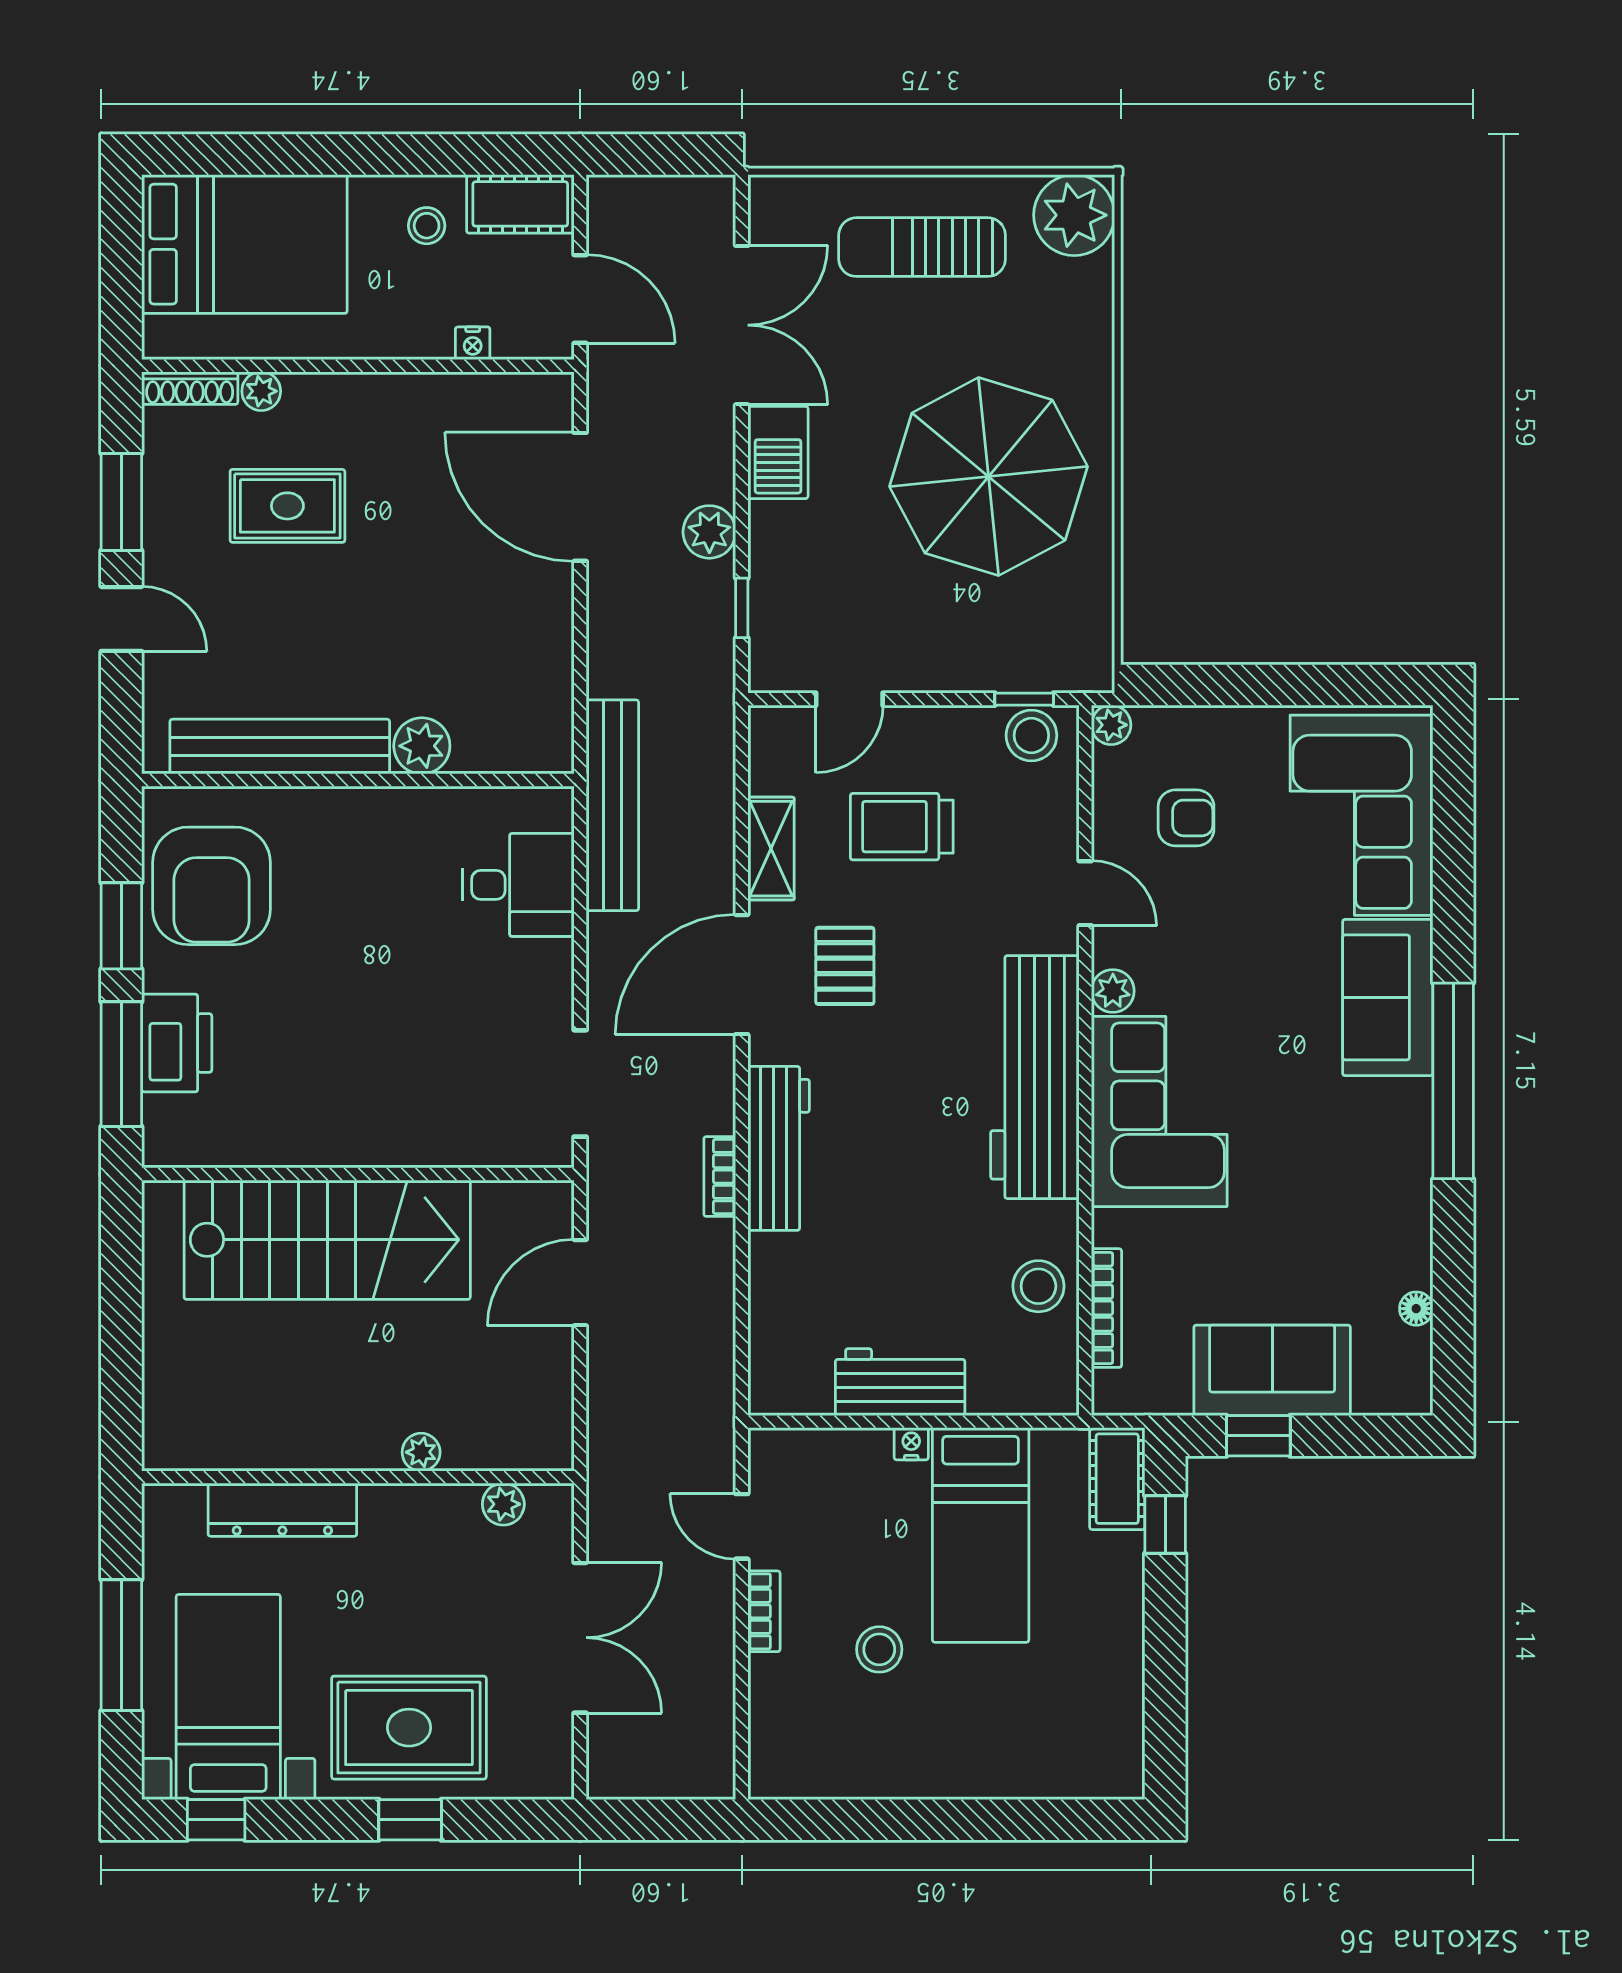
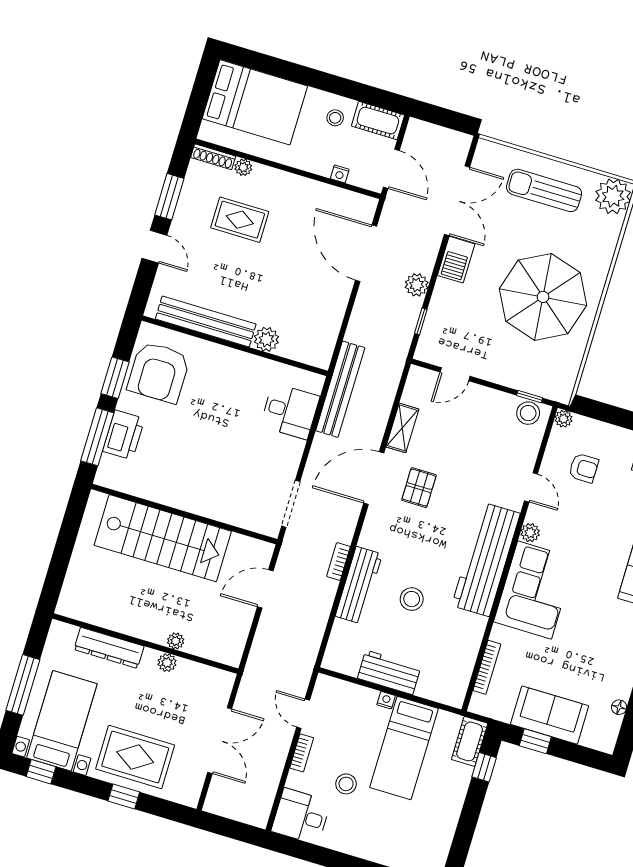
trolley: (902, 827) -> (461, 435), removed
workbench: (779, 1148) -> (359, 585), moved
stool: (1038, 1286) -> (412, 599), moved
plant: (503, 1504) -> (167, 663), moved
desk: (803, 1748) -> (301, 816), added

